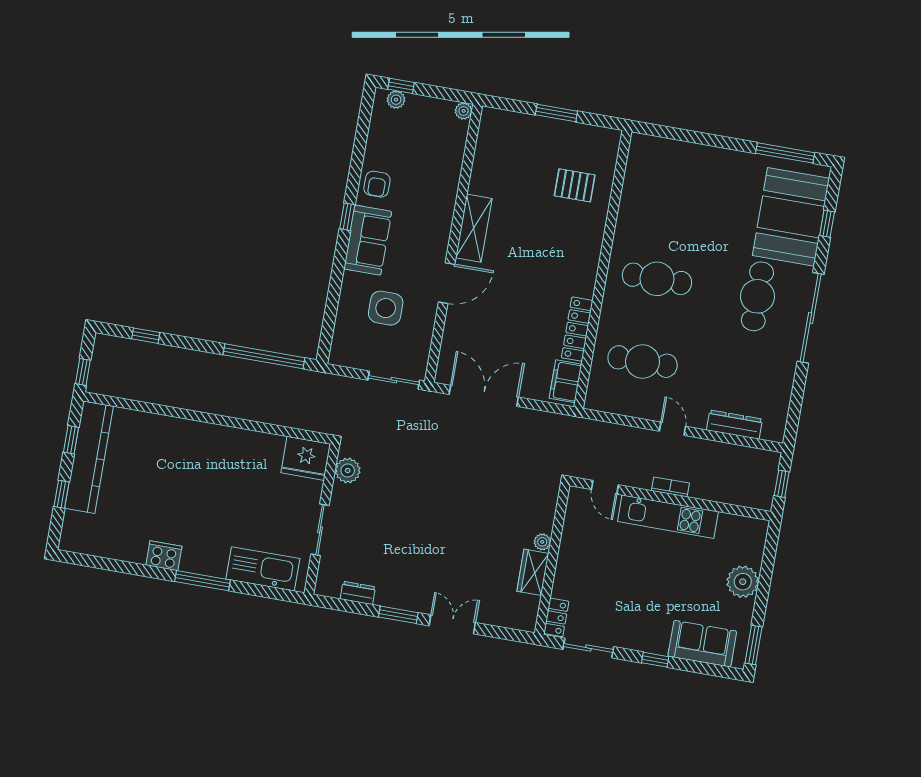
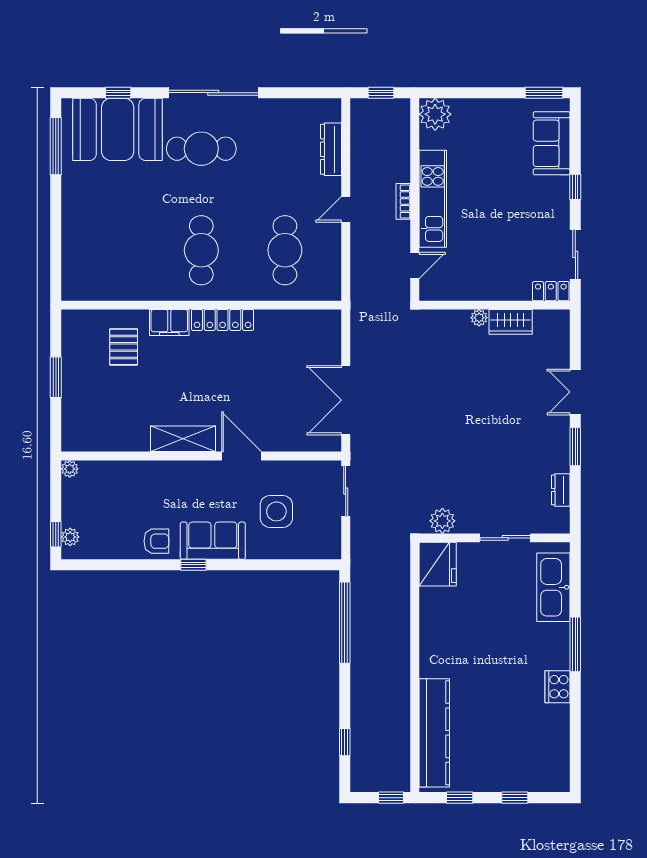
locker: (577, 329) -> (223, 320), moved
filing cabinet: (565, 381) -> (169, 322), moved
kitchen counter: (89, 457) -> (434, 733), moved, turned 90
plant: (743, 582) -> (435, 114), moved

